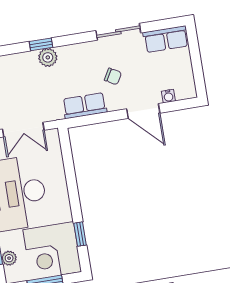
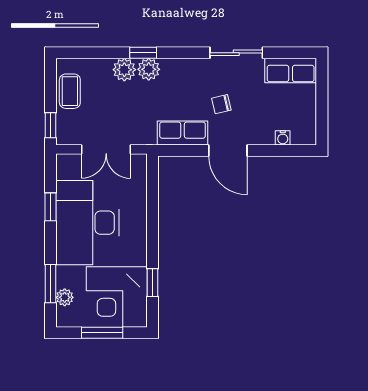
plant: (28, 61) -> (124, 70), added
chair: (113, 76) -> (221, 104), turned 137
door: (143, 111) -> (228, 150), moved

